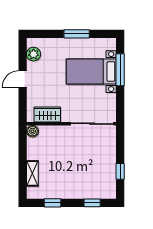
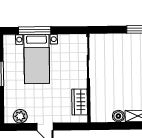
boiler: (32, 131) -> (118, 116), moved

